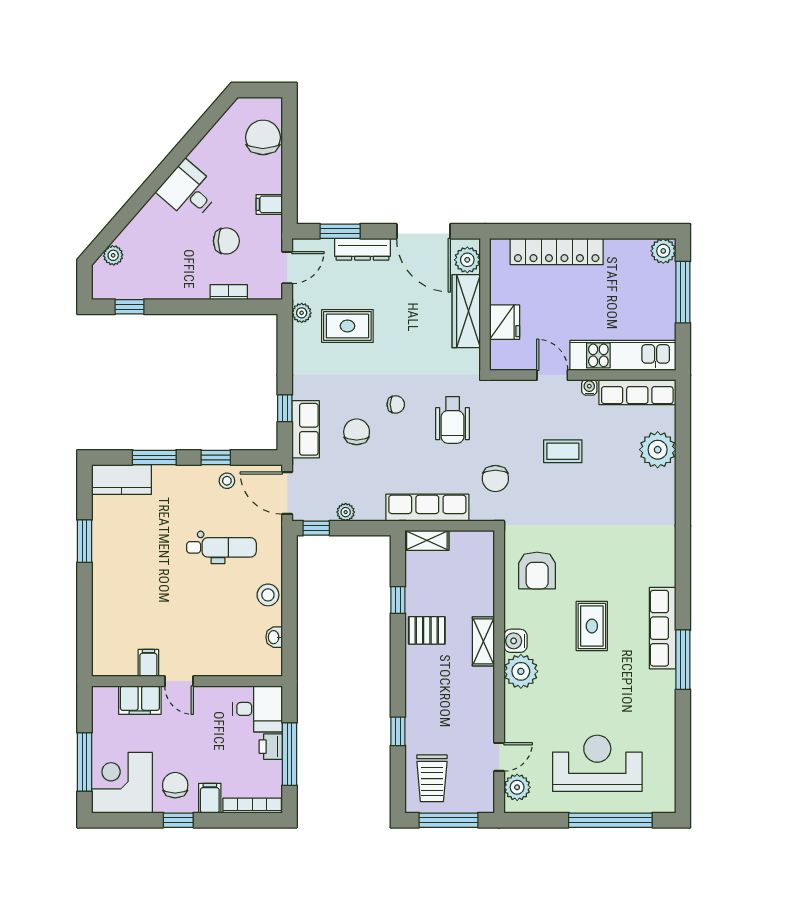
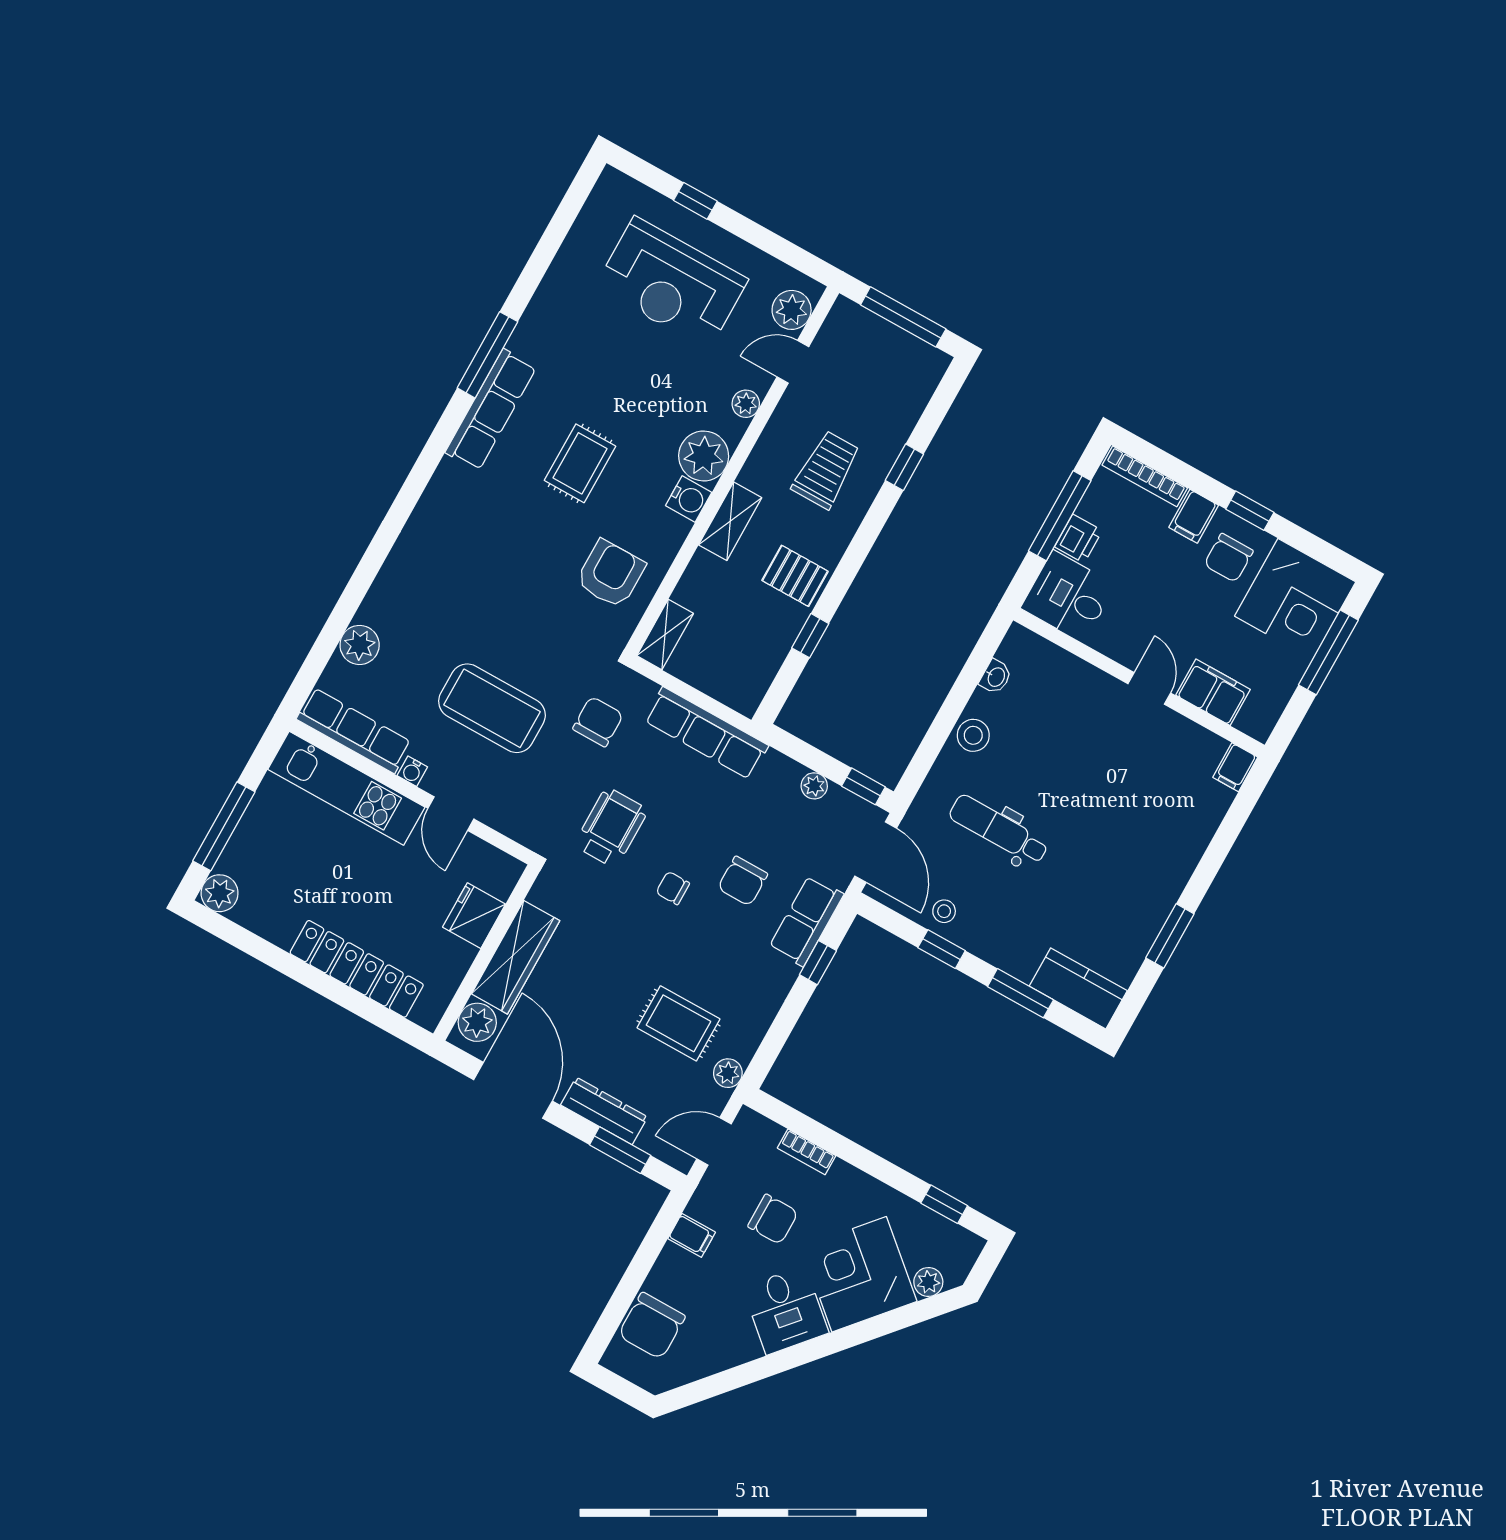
corner desk: (157, 237) -> (859, 1274), added
chair: (226, 241) -> (773, 1219), turned 180
plant: (658, 450) -> (360, 645), width x0.73, depth x0.73
coffee table: (563, 451) -> (492, 708), width x1.86, depth x1.72
shelving: (427, 540) -> (665, 635), moved, turned 90
filing cabinet: (148, 663) -> (1235, 767), moved
plant: (513, 716) -> (746, 404), added
trolley: (432, 778) -> (826, 470), moved
window: (610, 820) -> (695, 201), width x0.32

